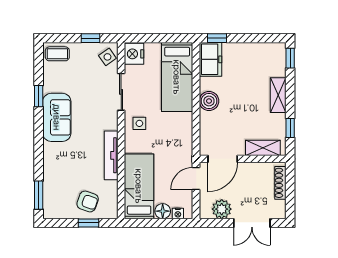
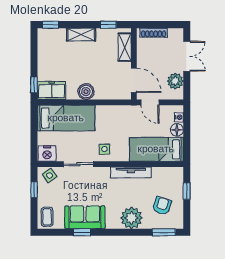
sofa: (57, 117) -> (85, 217), moved
plant: (56, 156) -> (131, 218), added
armchair: (88, 201) -> (162, 206), moved

